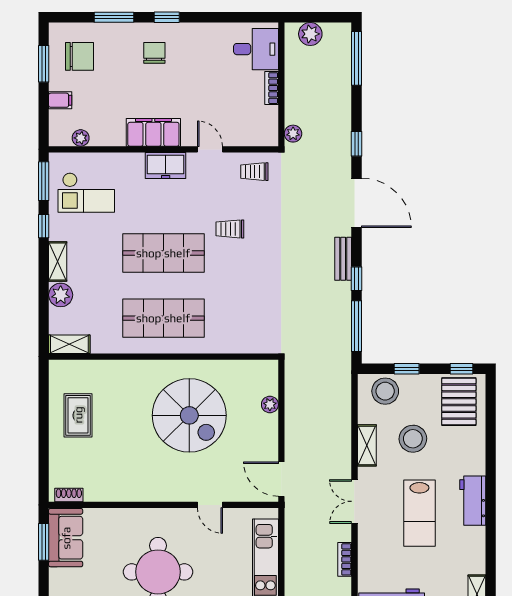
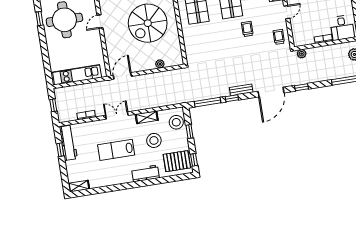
workbench: (473, 501) -> (145, 173), moved
door: (210, 505) -> (100, 21), moved

